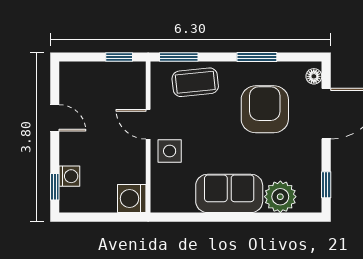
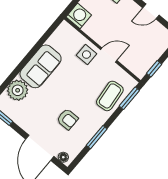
armchair: (265, 109) -> (67, 119), width x0.53, depth x0.53

